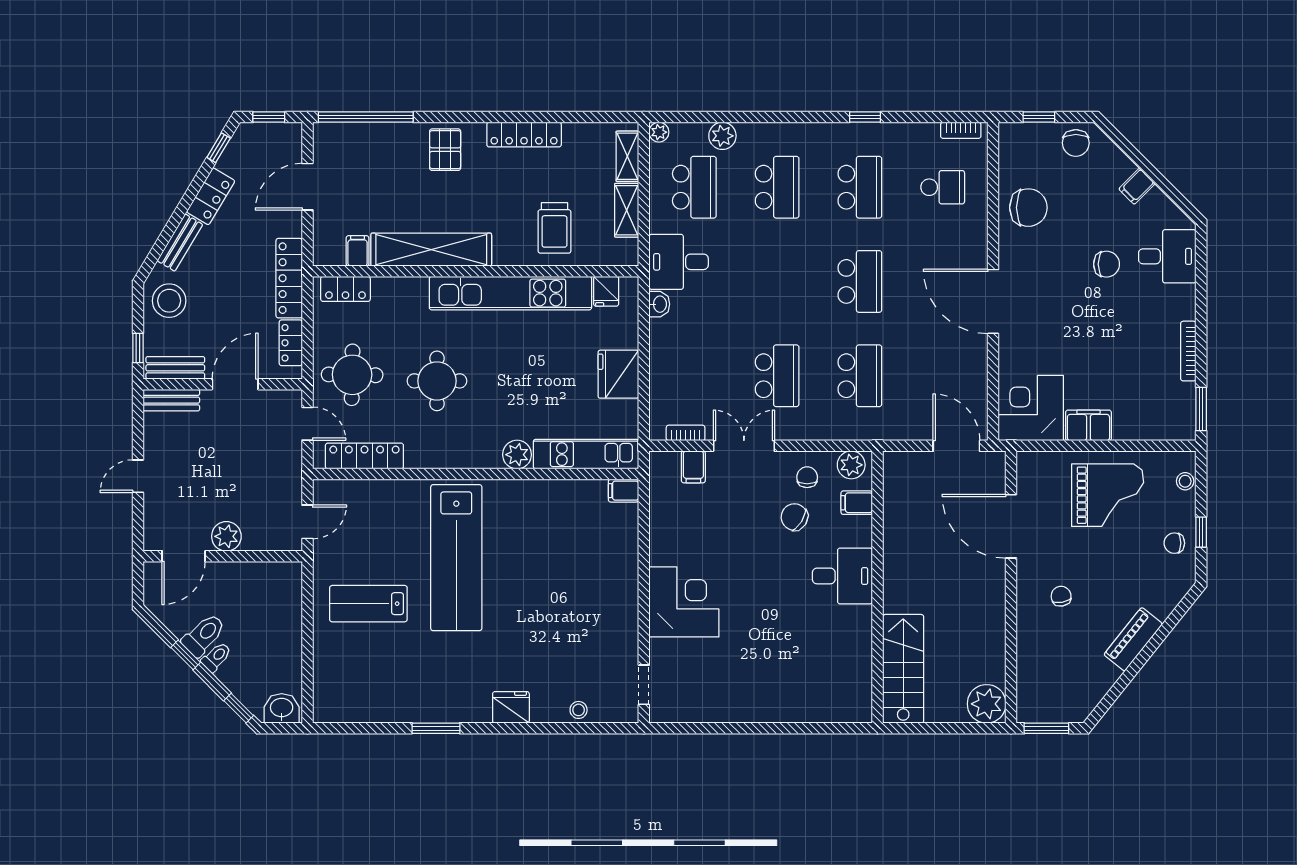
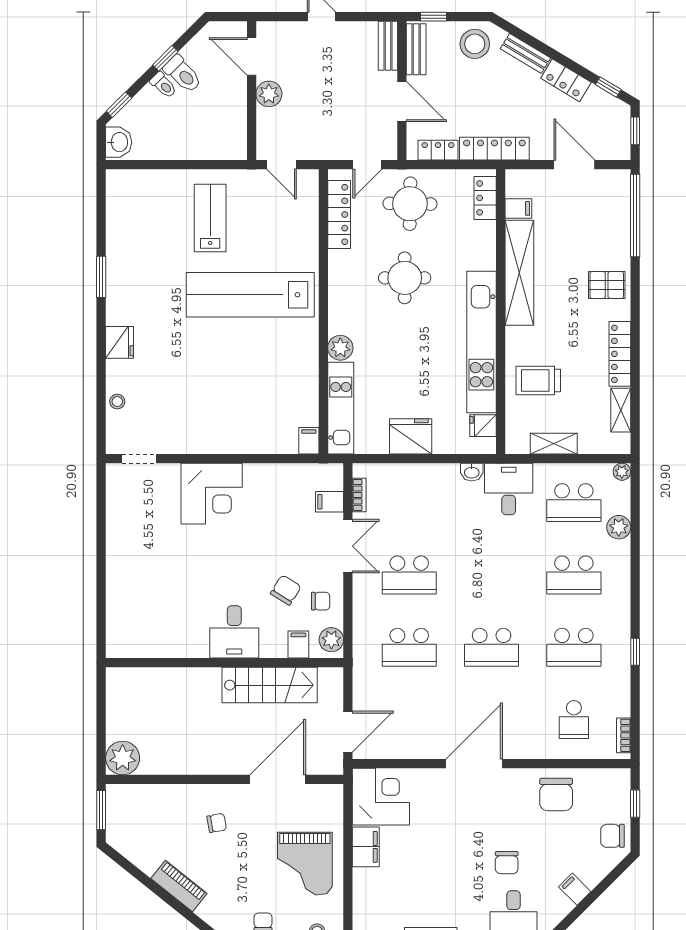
shelving: (627, 156) -> (621, 410), moved, turned 90
stairs: (903, 669) -> (270, 685), moved

